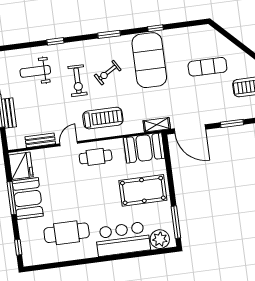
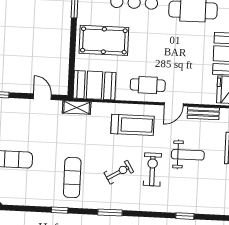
window: (55, 41) -> (185, 216), moved
exercise mat: (149, 60) -> (72, 178), width x0.50, depth x0.69
weight bench: (35, 71) -> (188, 155), moved
treadmill: (103, 118) -> (133, 125), turned 180
door: (190, 129) -> (42, 97), width x0.53

